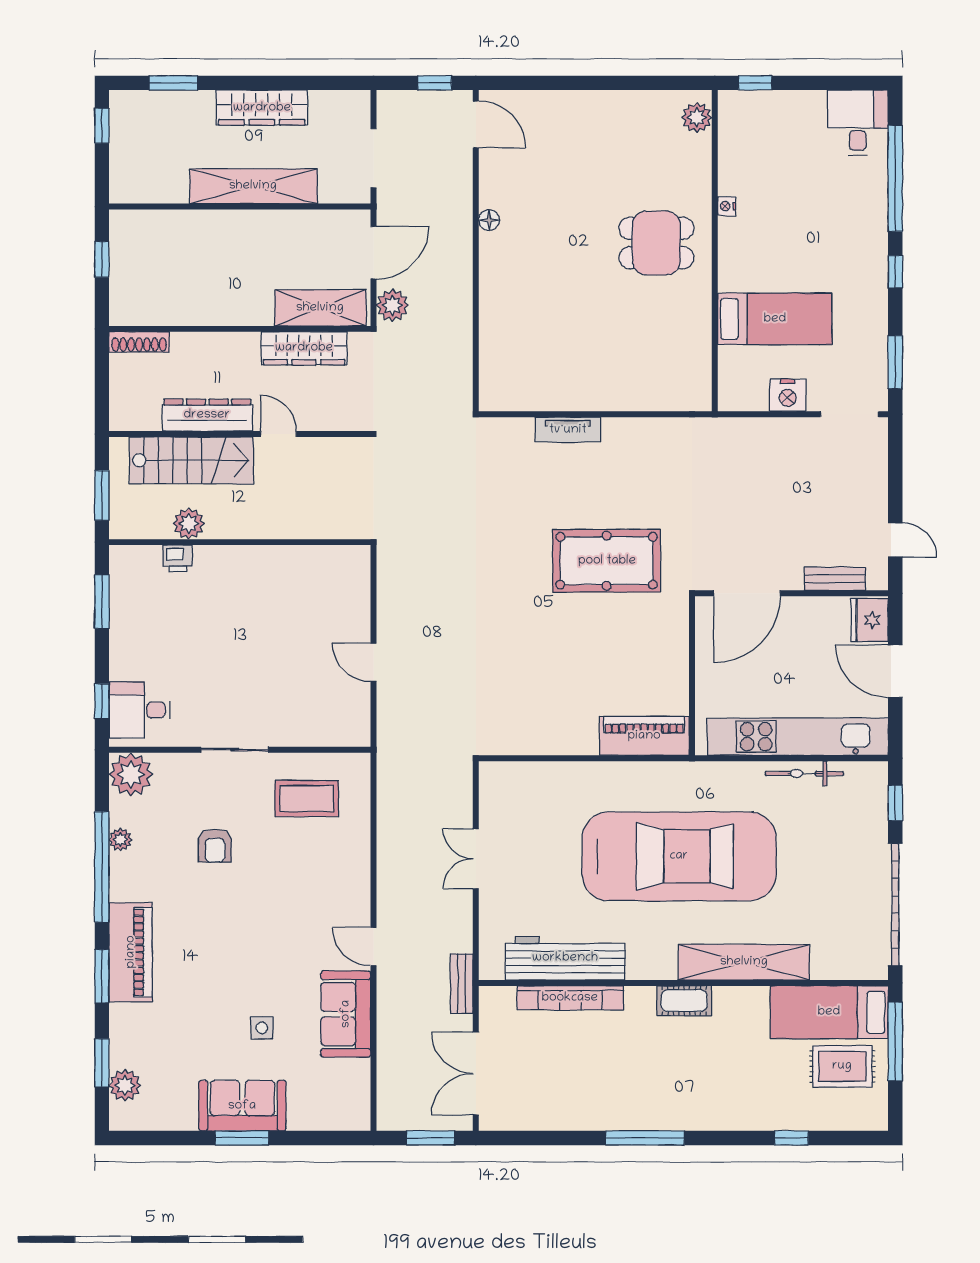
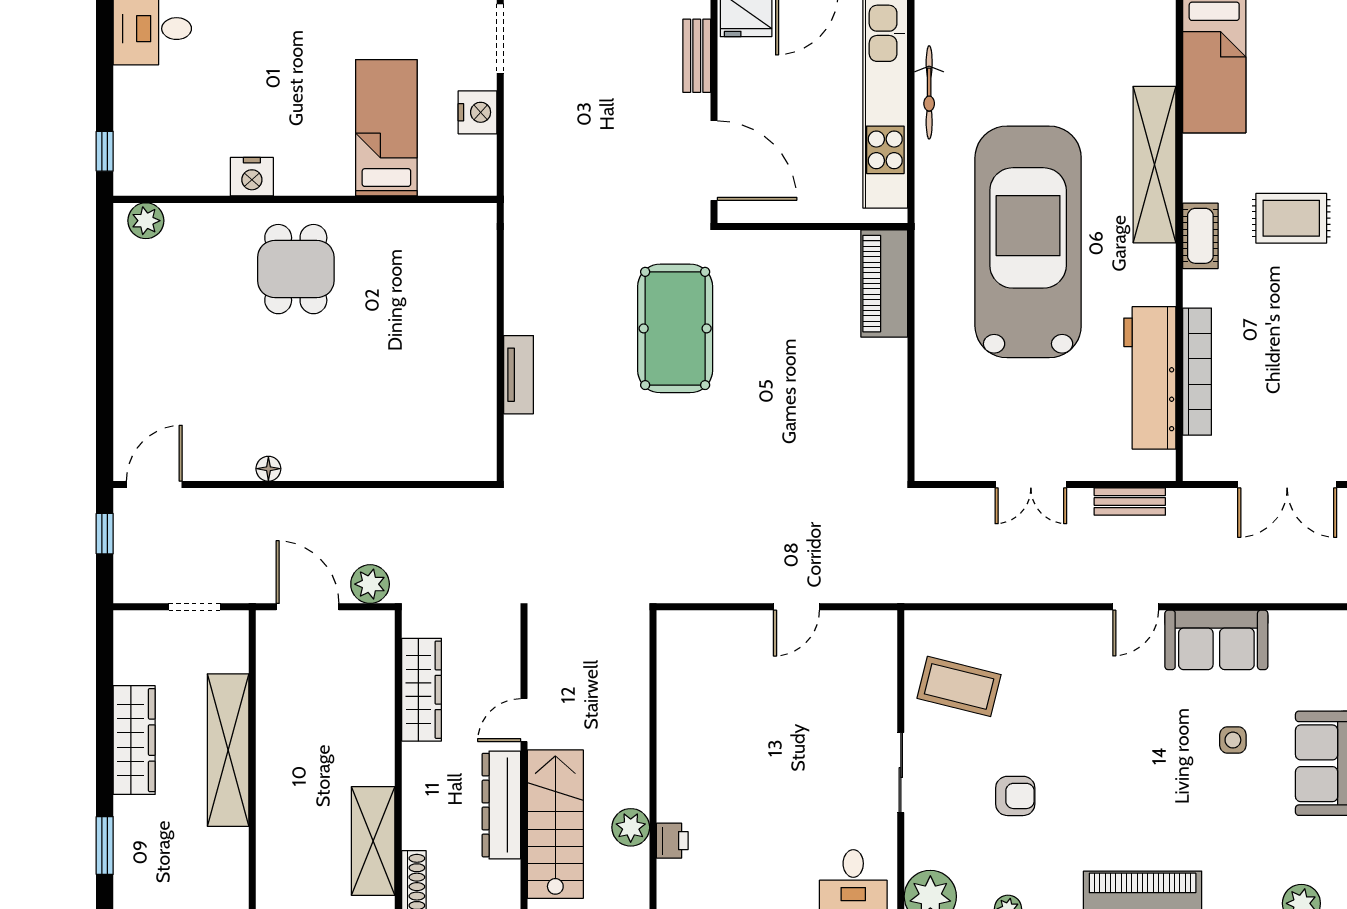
doorway: (373, 158) -> (195, 607), width x0.73
nightstand: (727, 206) -> (252, 177), width x1.89, depth x1.79
shelving: (320, 308) -> (373, 841), moved
coffee table: (307, 799) -> (959, 686), turned -76
bench: (462, 983) -> (1130, 502), moved
rug: (842, 1066) -> (1291, 218), moved, turned 90

